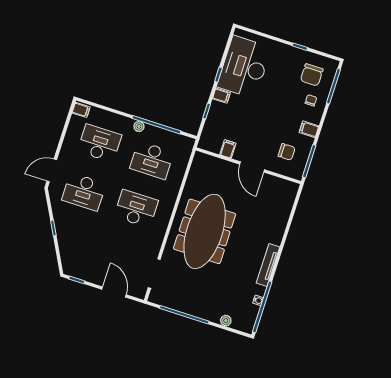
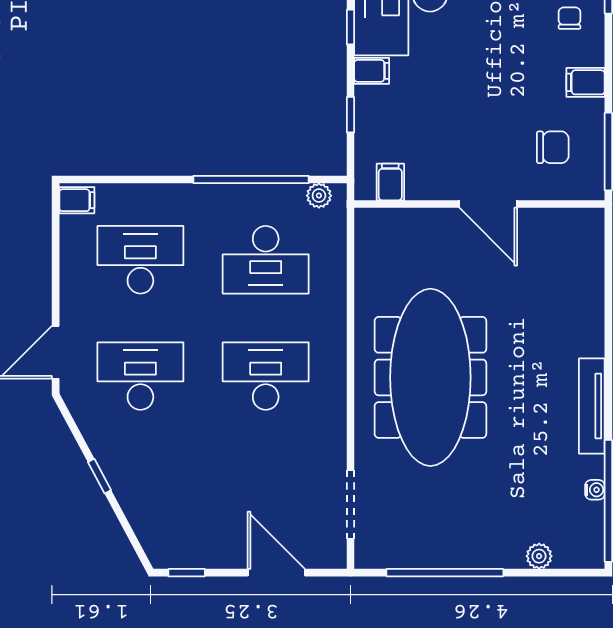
plant: (139, 126) -> (319, 196), moved
filing cabinet: (228, 149) -> (390, 182), moved
desk: (84, 192) -> (140, 376), turned 180

